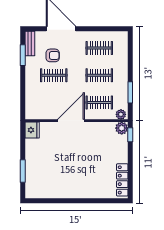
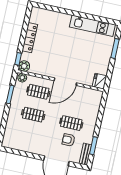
clothes rail: (99, 48) -> (28, 137), removed
locker: (122, 180) -> (30, 38), moved
kitchen unit: (54, 191) -> (92, 26), added

